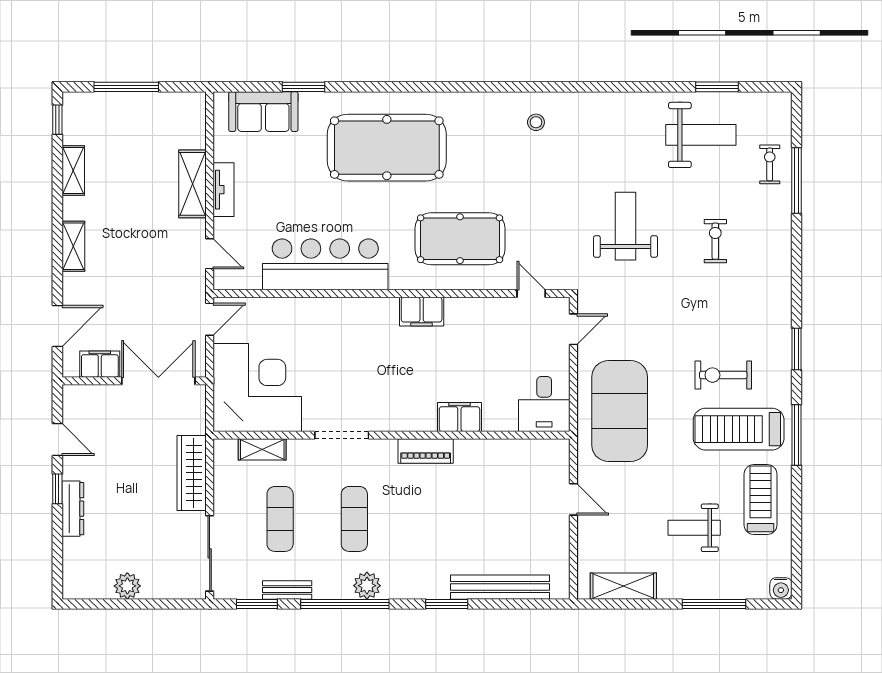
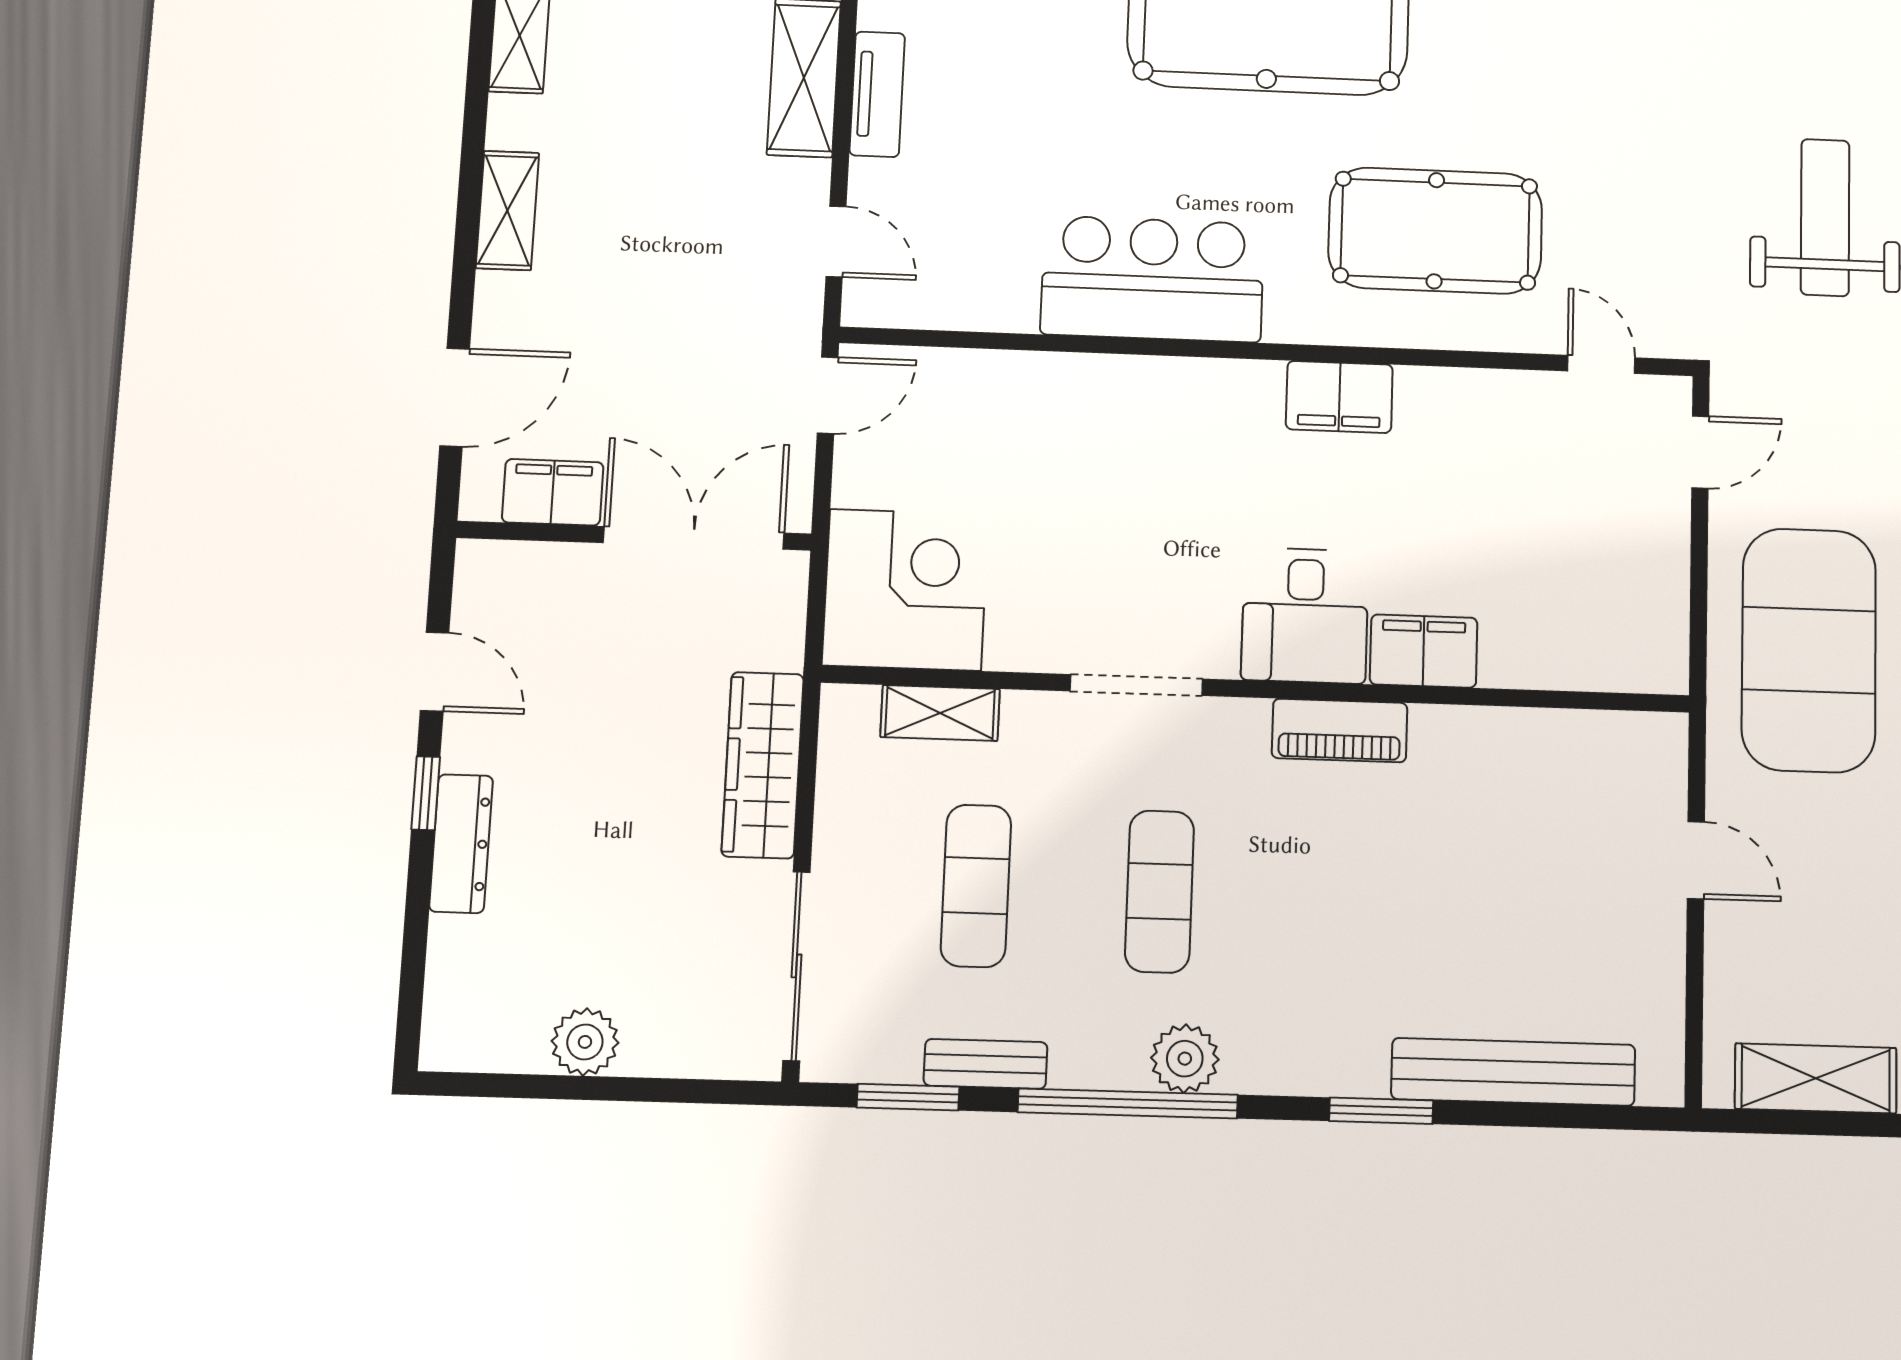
bar counter: (325, 264) -> (1153, 279), width x0.73
corner desk: (257, 387) -> (905, 590), width x0.74, depth x0.74
desk: (544, 404) -> (1305, 615), moved

